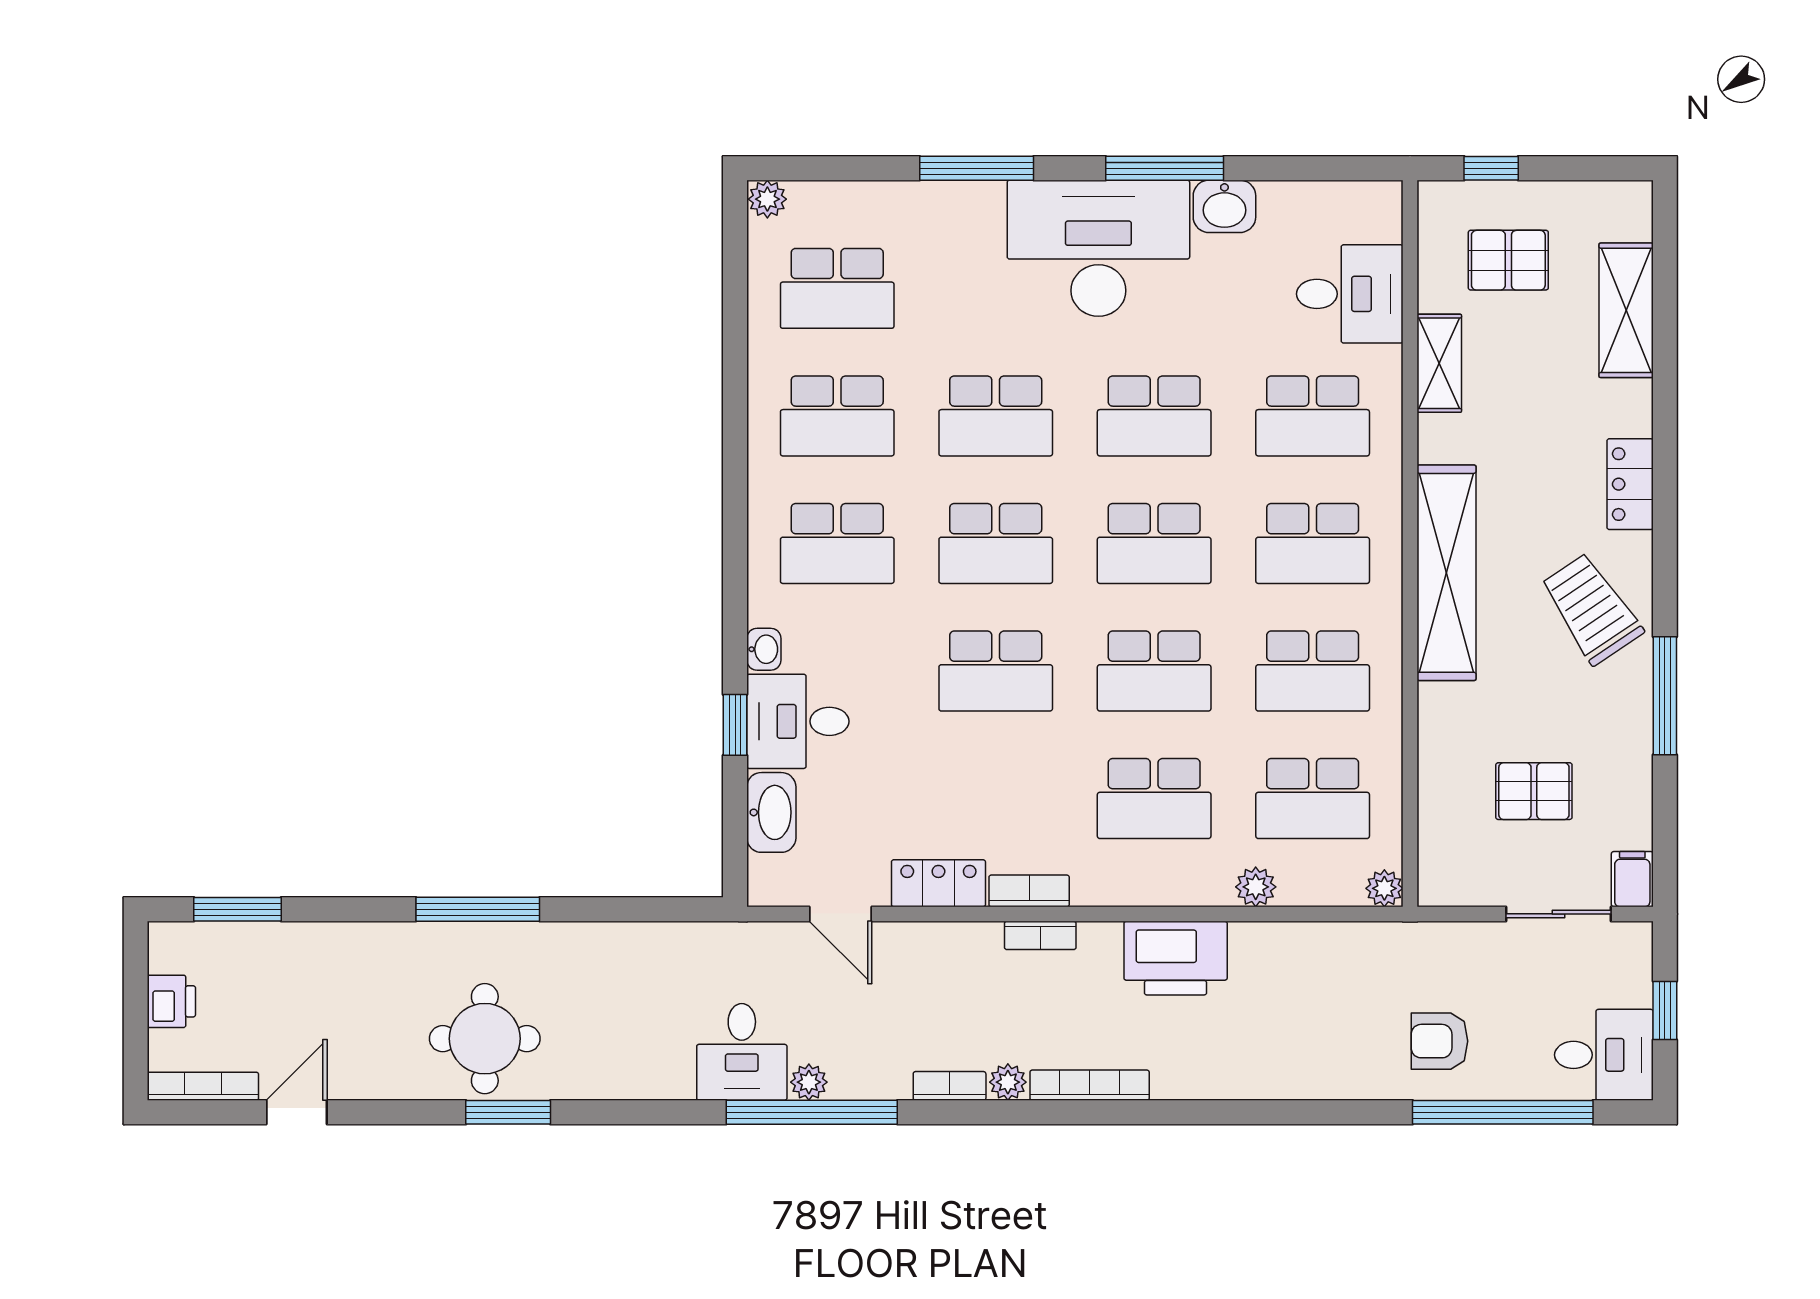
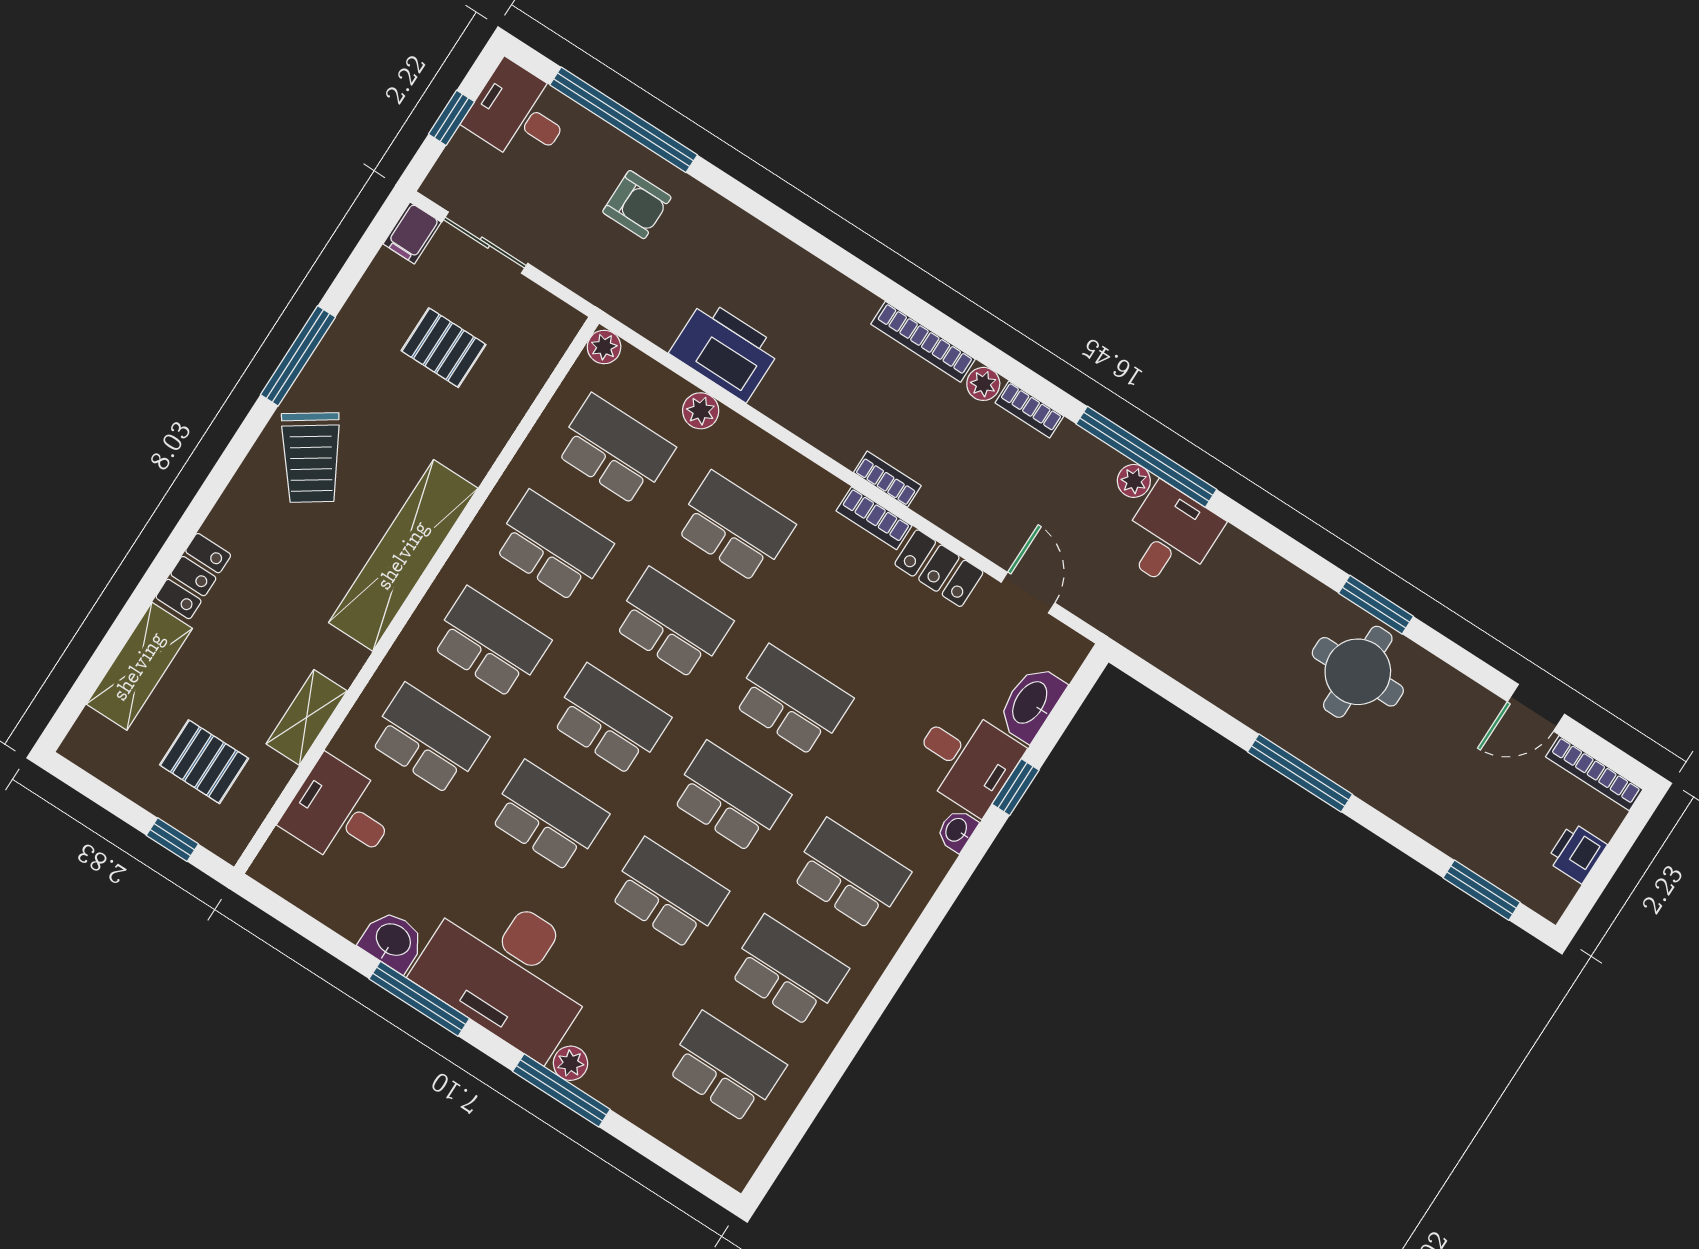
plant: (767, 199) -> (570, 1063), moved
locker: (1630, 484) -> (193, 576), moved
printer: (1176, 958) -> (725, 350), moved

